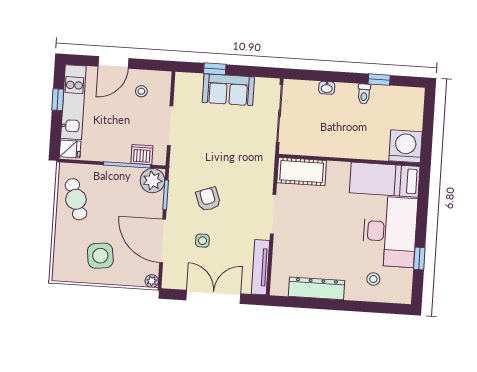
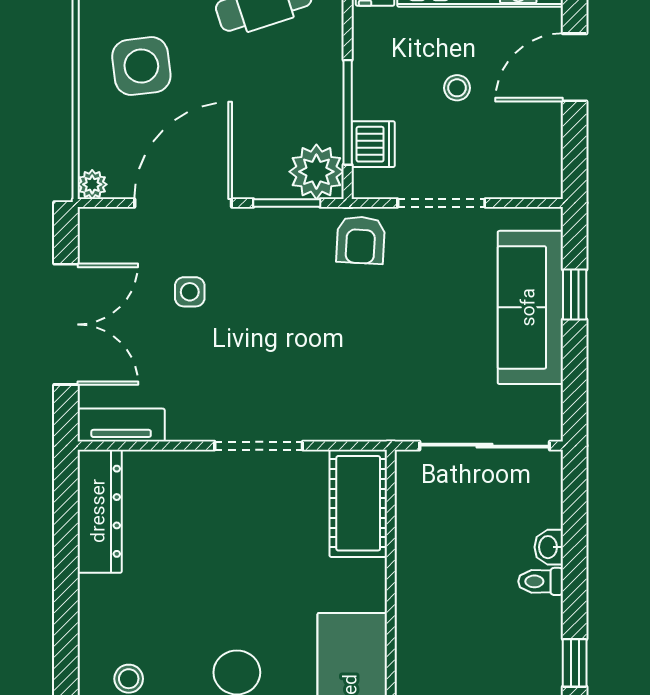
door: (113, 62) -> (575, 67), hinge flipped
sofa: (228, 90) -> (530, 307), width x1.36
stool: (141, 91) -> (457, 88), moved
toilet: (364, 94) -> (541, 581), moved
armchair: (208, 199) -> (361, 240), moved, turned 113
tv unit: (260, 267) -> (121, 425), width x0.71
dresser: (316, 288) -> (100, 511), moved

